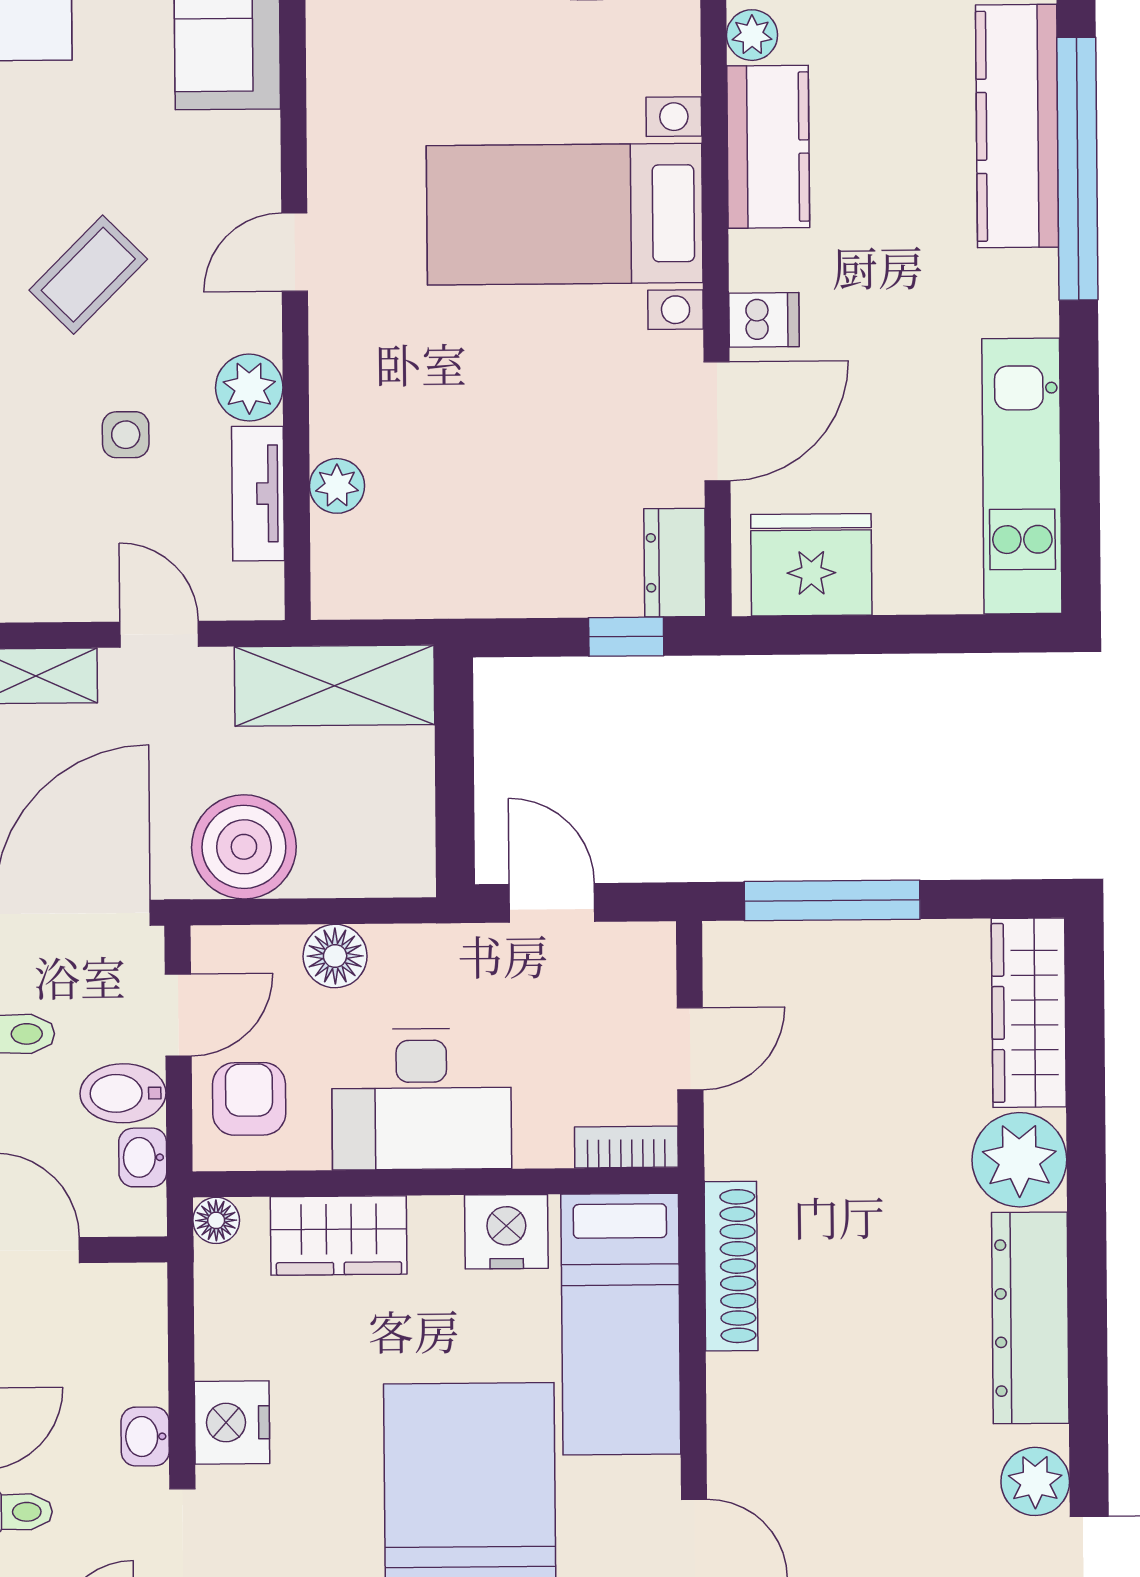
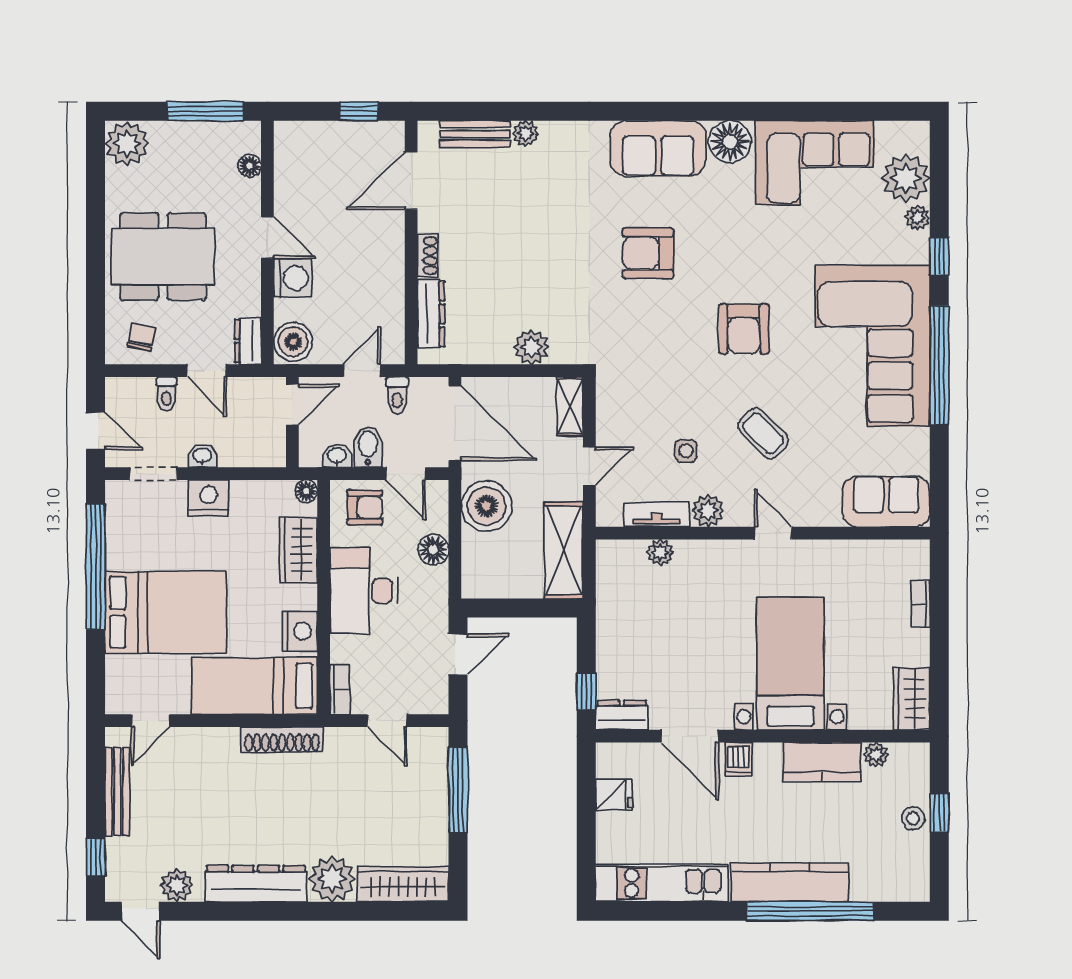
kitchen counter: (1017, 126) -> (790, 882), moved
fridge: (811, 565) -> (614, 795), width x0.53, depth x0.75

